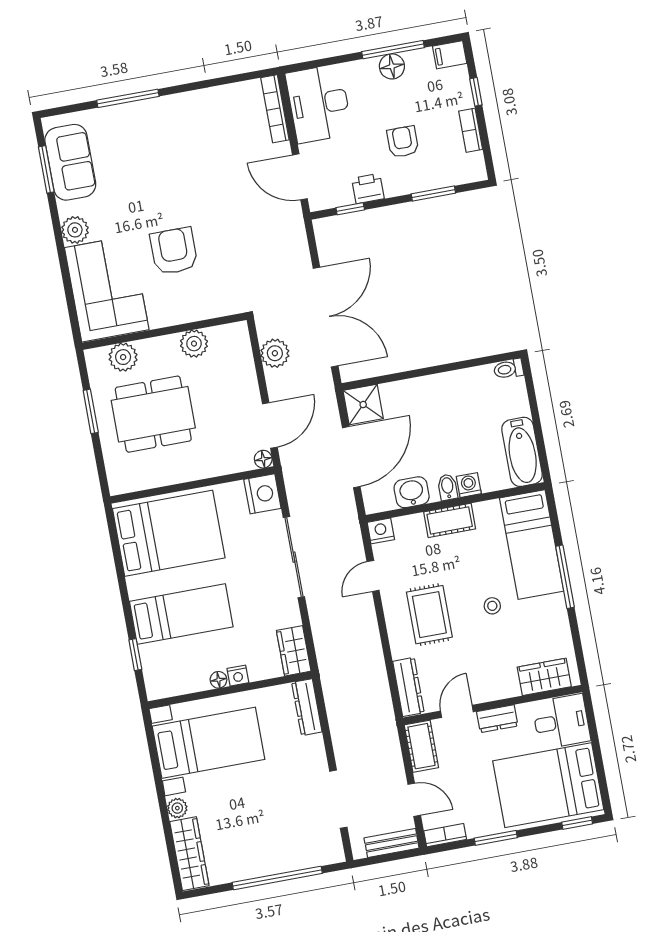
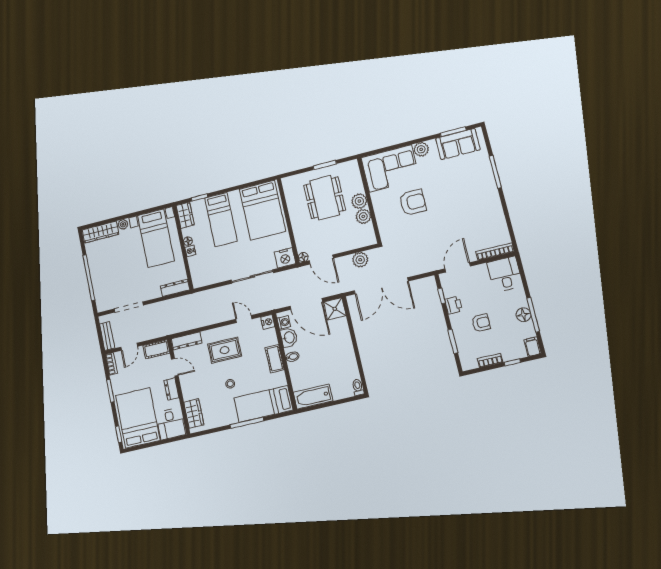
desk: (319, 104) -> (505, 274), width x0.73
plant: (123, 357) -> (359, 201), moved
washing machine: (469, 485) -> (284, 322), moved
wardrobe: (294, 651) -> (185, 215), moved, turned 90

